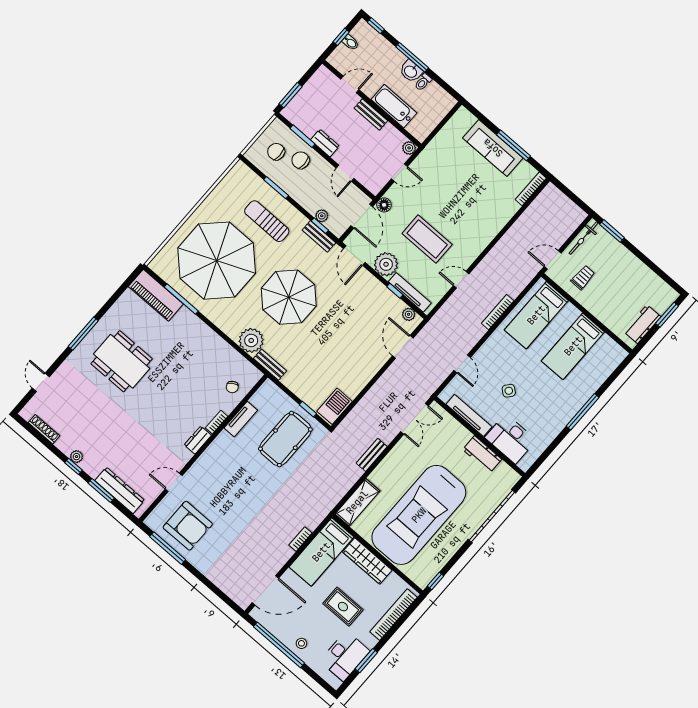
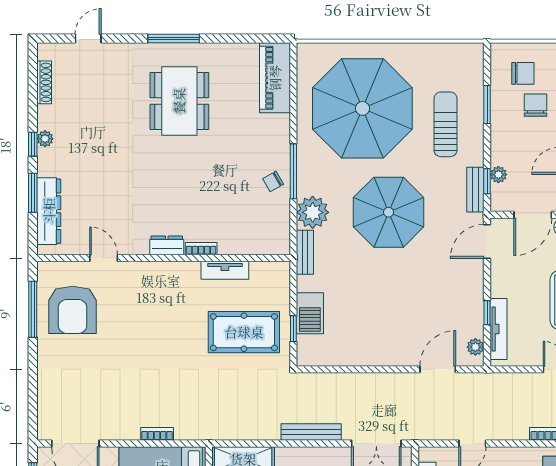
chair: (276, 152) -> (523, 73), turned 90
plant: (386, 264) -> (506, 281), removed
window: (181, 299) -> (293, 171), moved
chair: (232, 387) -> (273, 181), moved
barbecue: (335, 406) -> (310, 313), moved, turned 90
bench: (372, 455) -> (311, 432), width x1.36

